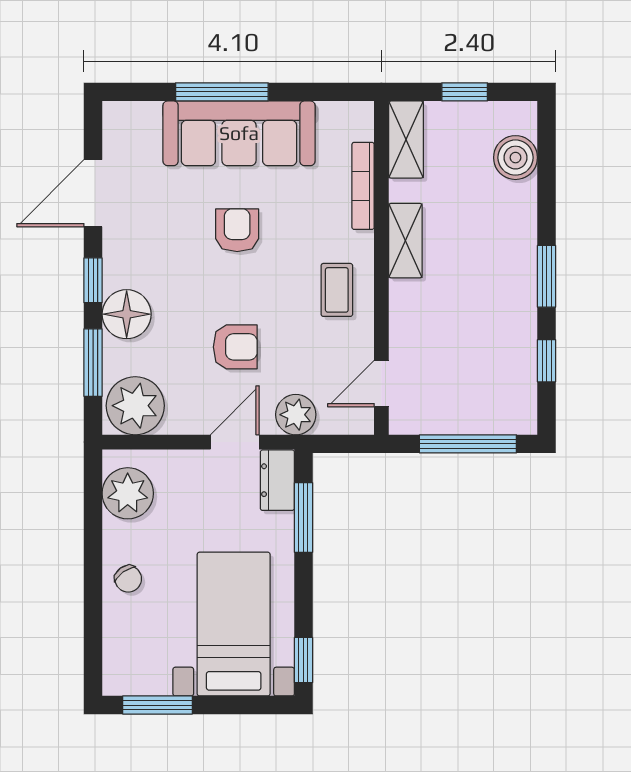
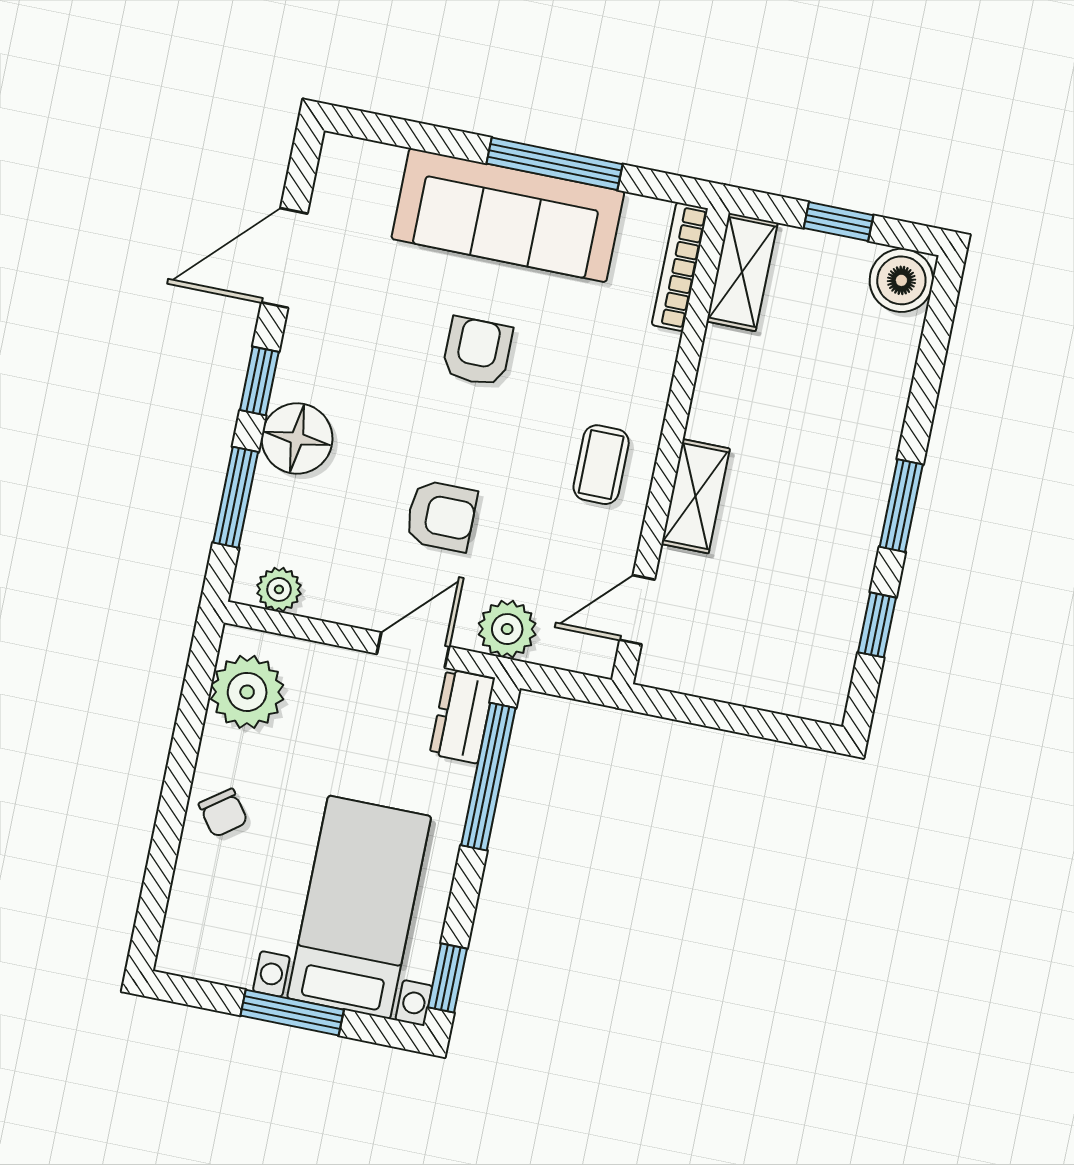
window: (222, 92) -> (555, 164), moved
boiler: (515, 158) -> (901, 280), moved
bookcase: (363, 186) -> (680, 267), moved
shelving: (405, 241) -> (696, 496), moved
plant: (135, 406) -> (279, 589), width x0.53, depth x0.53
window: (468, 444) -> (742, 720), removed
window: (303, 518) -> (488, 777), width x1.44
window: (158, 705) -> (292, 1013), moved

